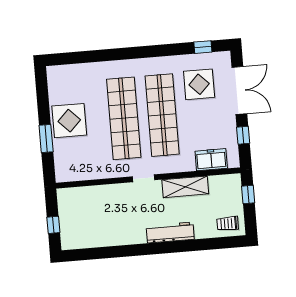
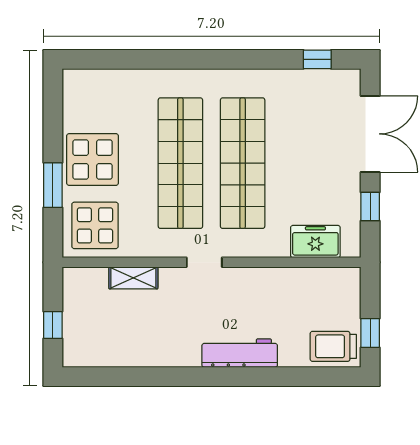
display table: (199, 84) -> (95, 225), moved
shelving: (185, 187) -> (133, 278), moved, width x0.67, depth x0.75
window: (248, 194) -> (370, 333), moved
trolley: (228, 224) -> (333, 346), width x1.36, depth x1.39

